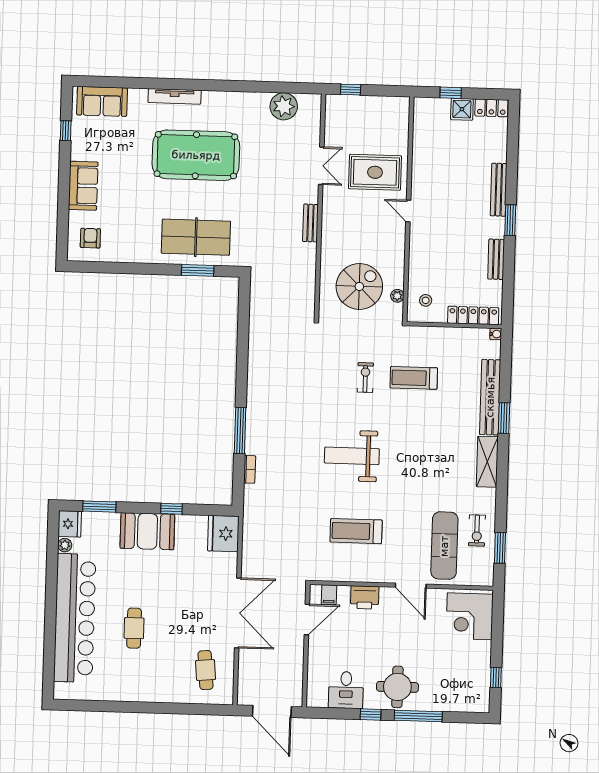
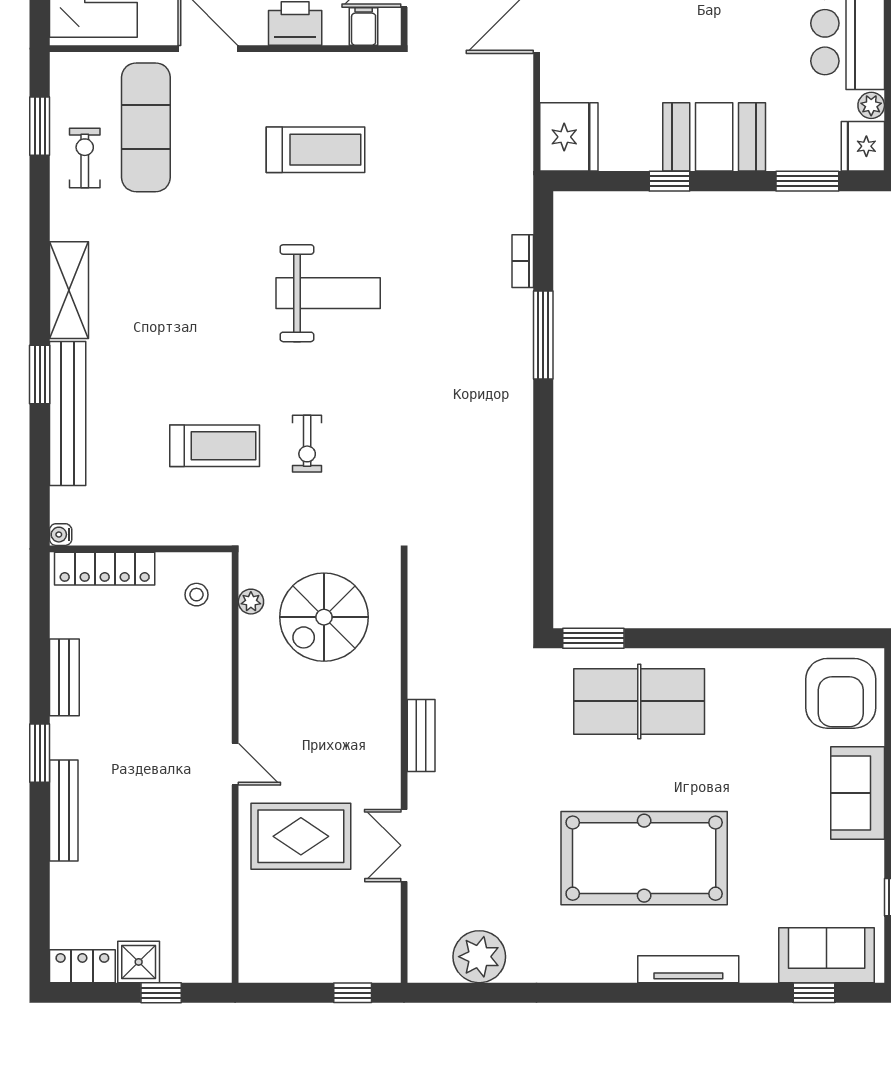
window: (109, 82) -> (814, 993), added
armchair: (90, 238) -> (841, 693), width x1.88, depth x1.88
window: (198, 270) -> (593, 638), moved

